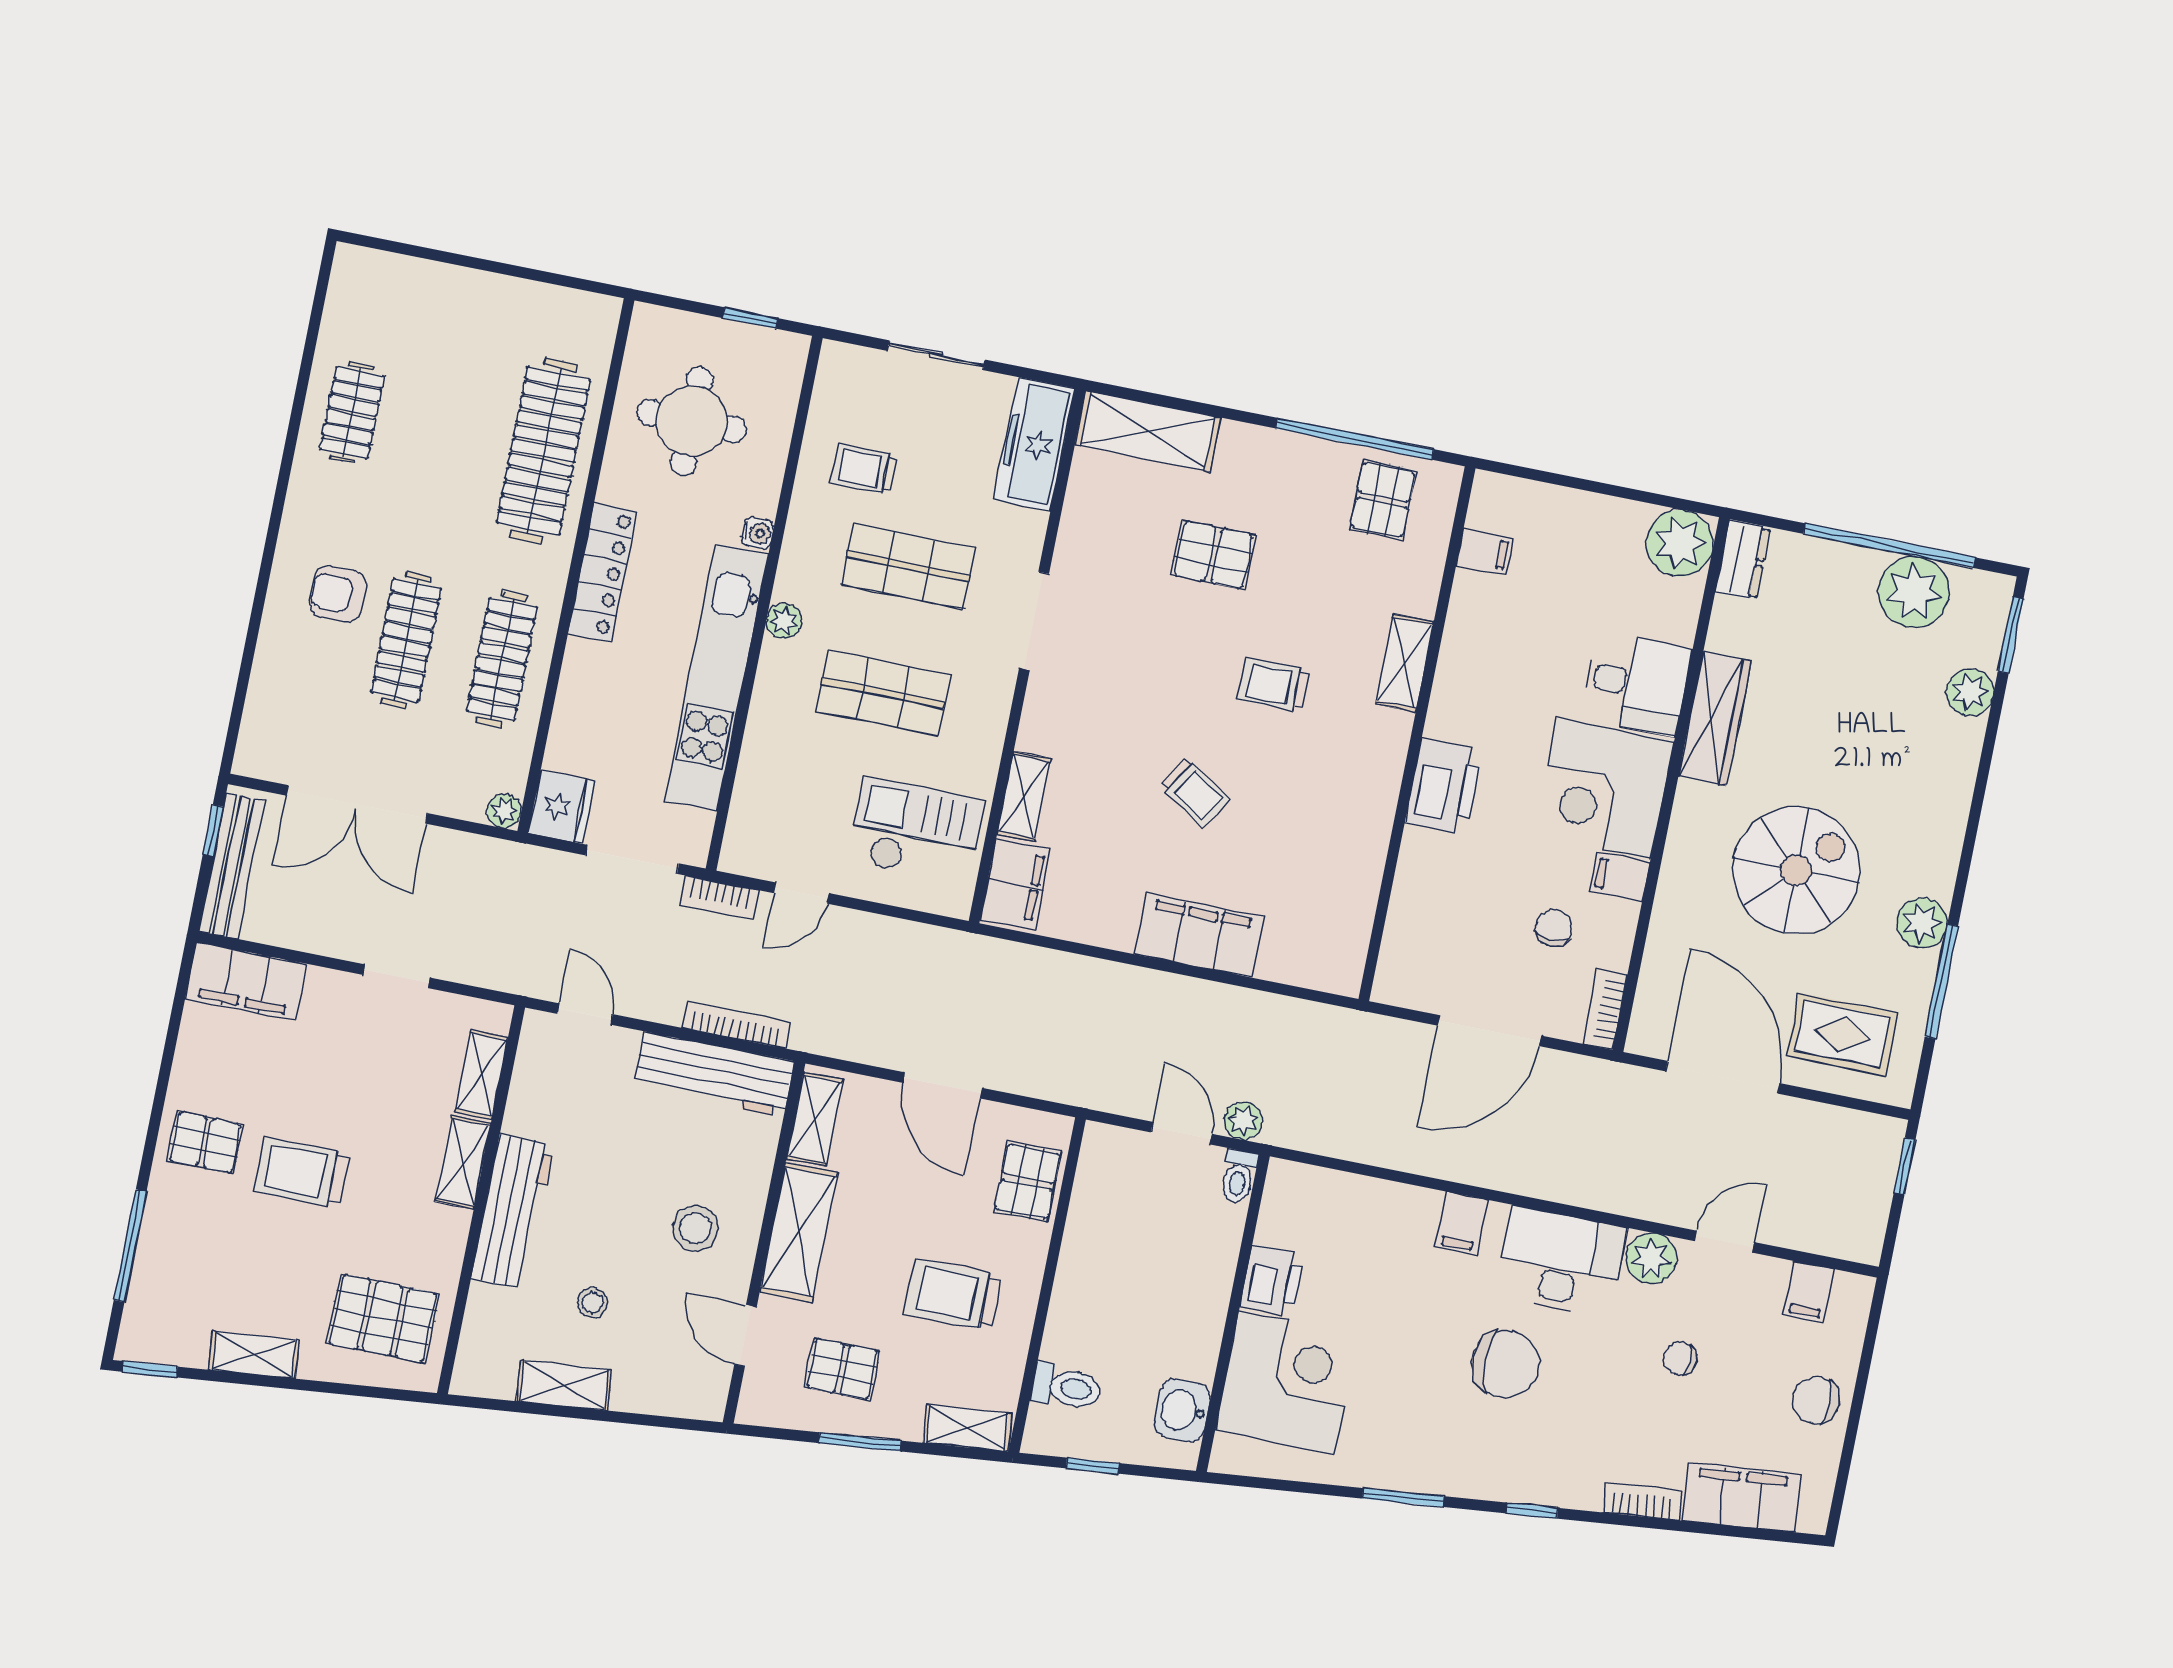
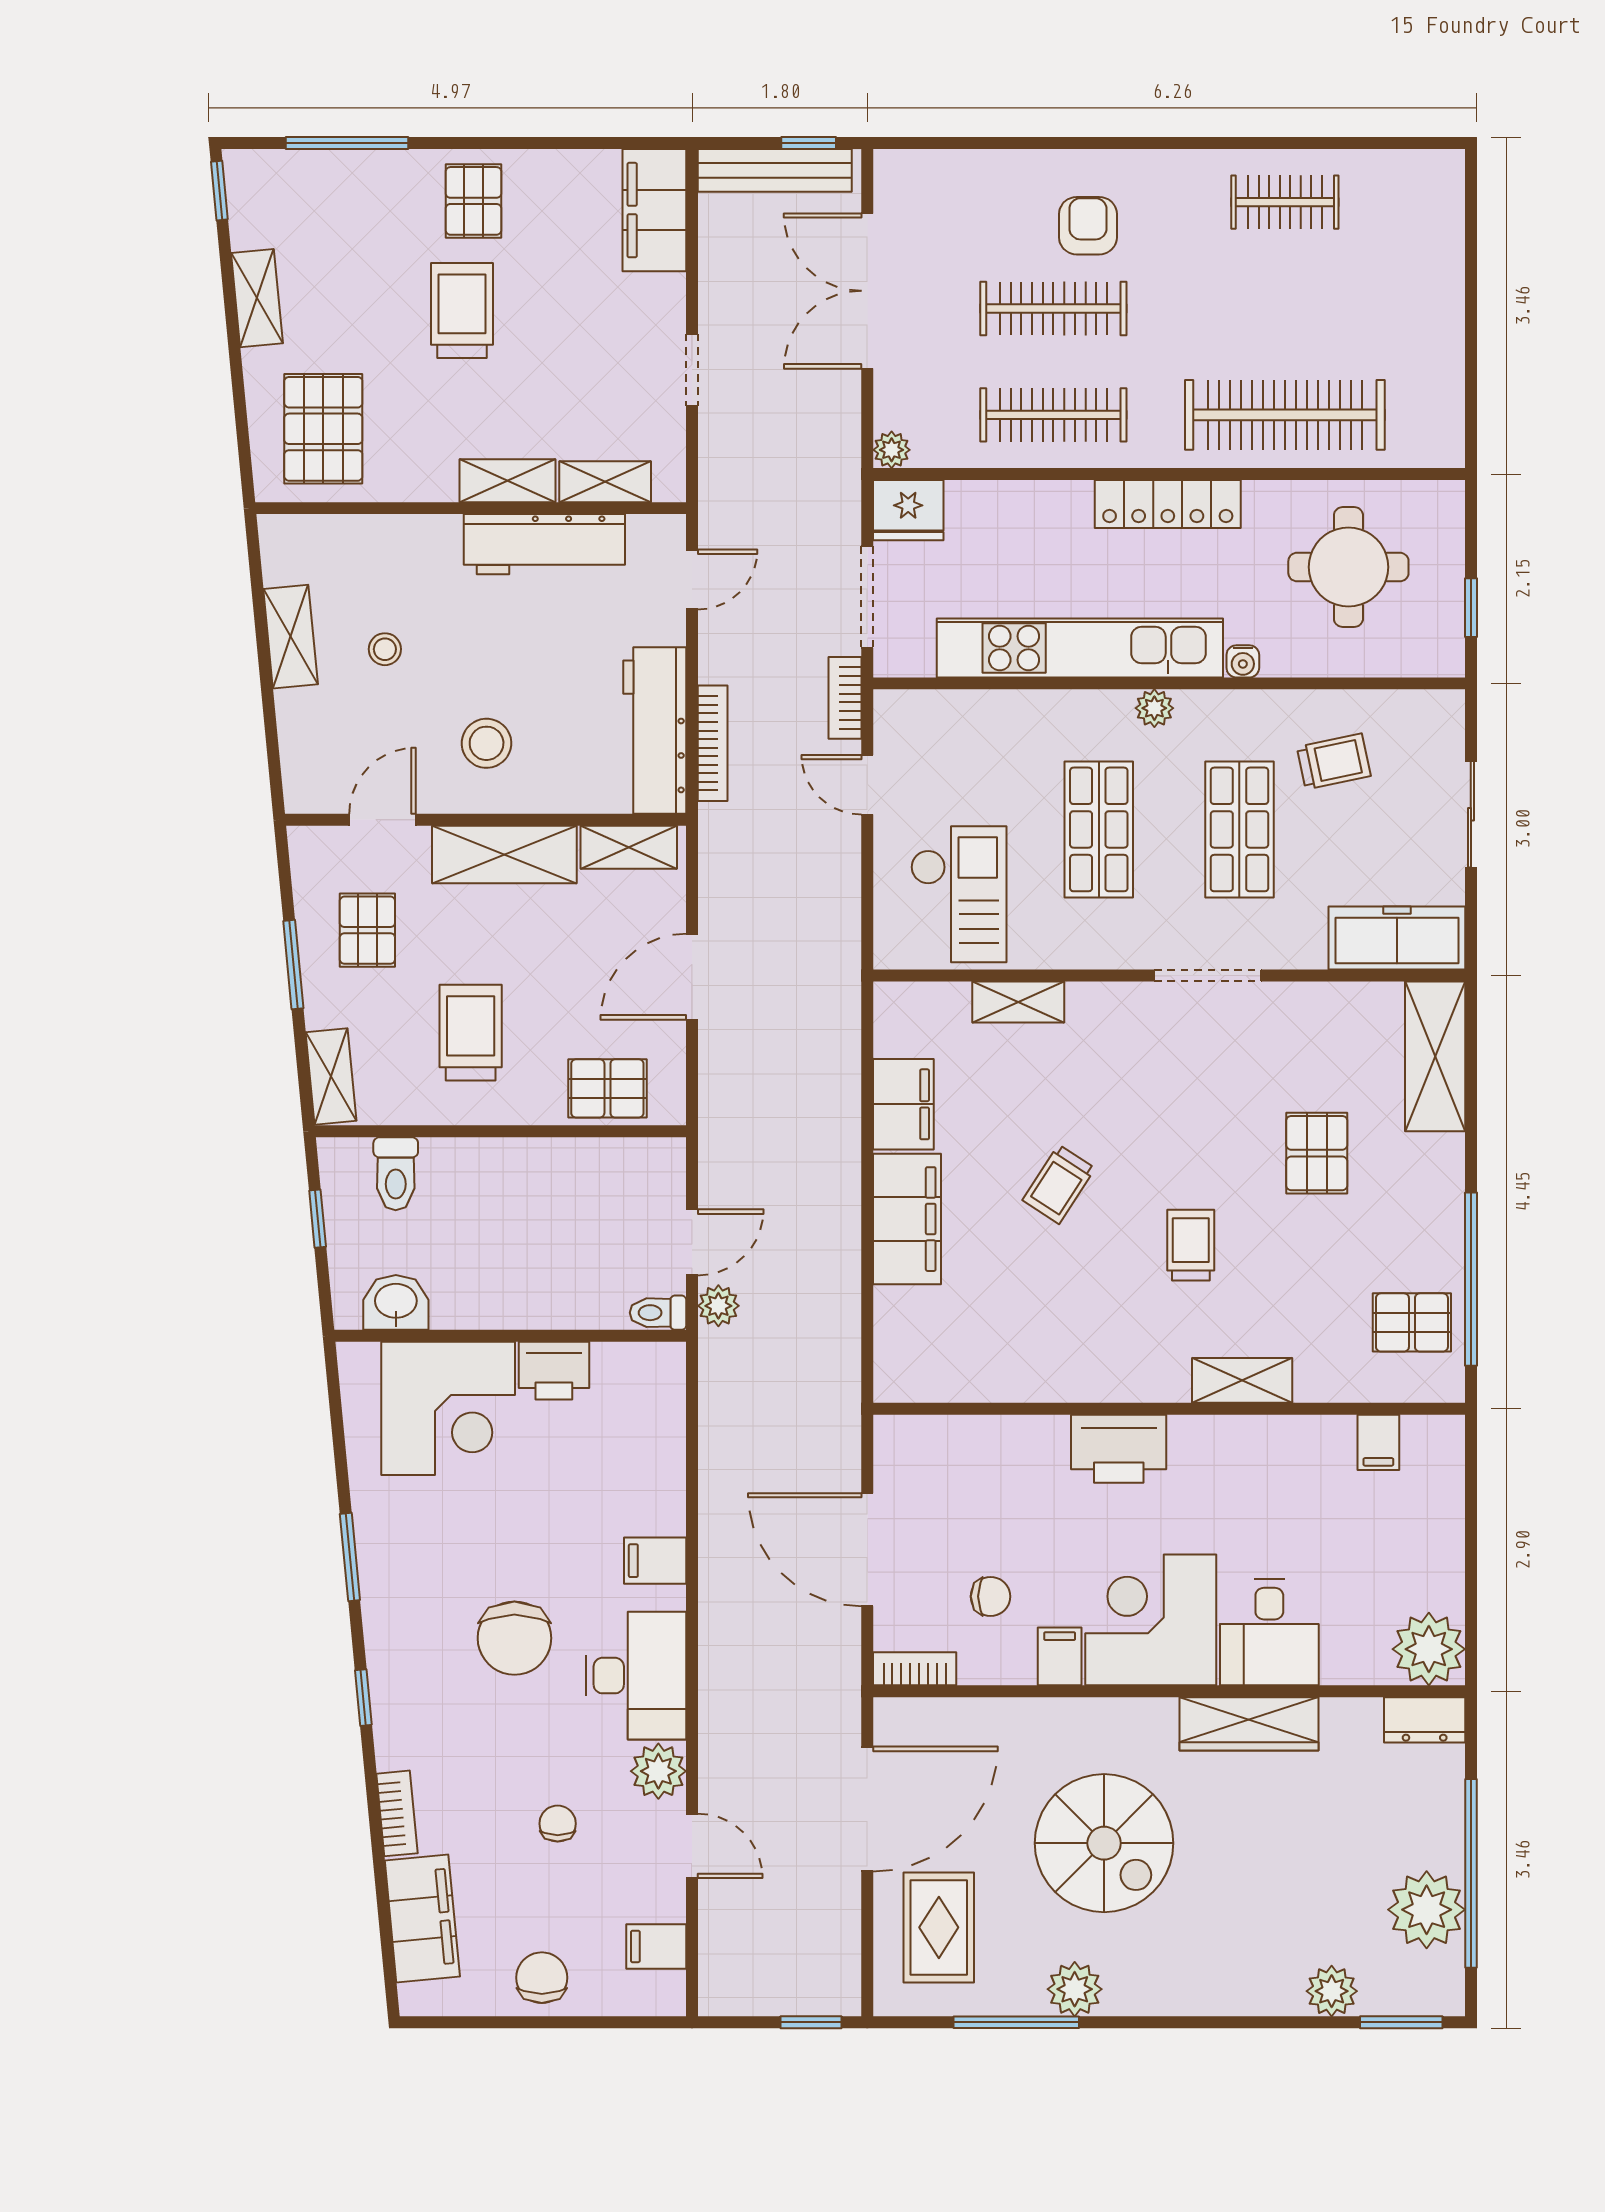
trolley: (864, 469) -> (1334, 762), turned 78
filing cabinet: (1015, 884) -> (903, 1104), moved, turned -90
workbench: (512, 1212) -> (544, 544), moved

